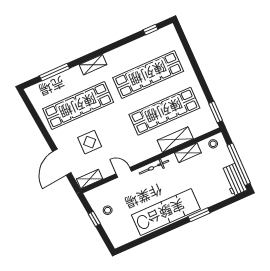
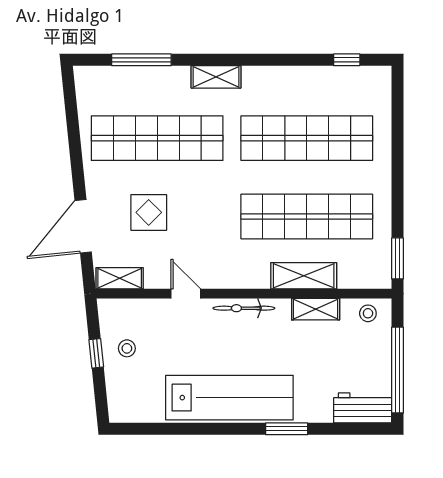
workbench: (234, 180) -> (363, 408), moved, turned 90

